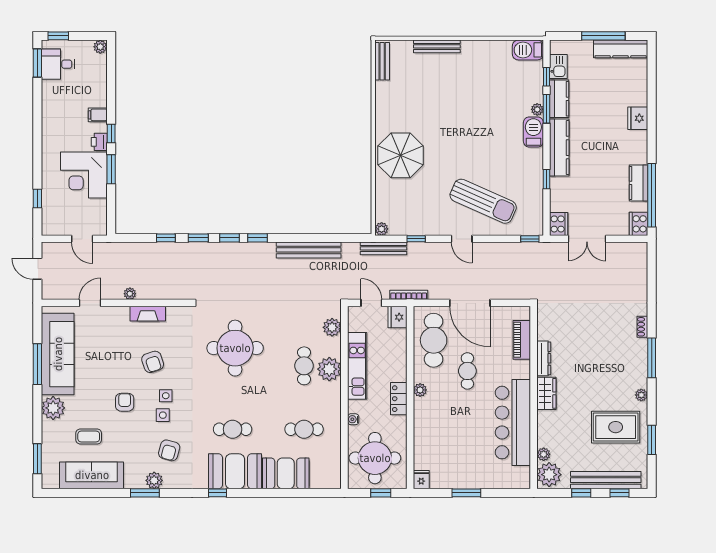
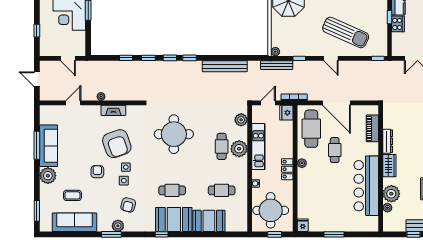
cooker: (559, 224) -> (398, 24), moved
door: (371, 303) -> (268, 103), hinge flipped
sofa: (58, 354) -> (49, 146), width x0.74, depth x0.79
armchair: (153, 362) -> (117, 144), width x1.88, depth x1.88
plant: (549, 475) -> (391, 194), moved

